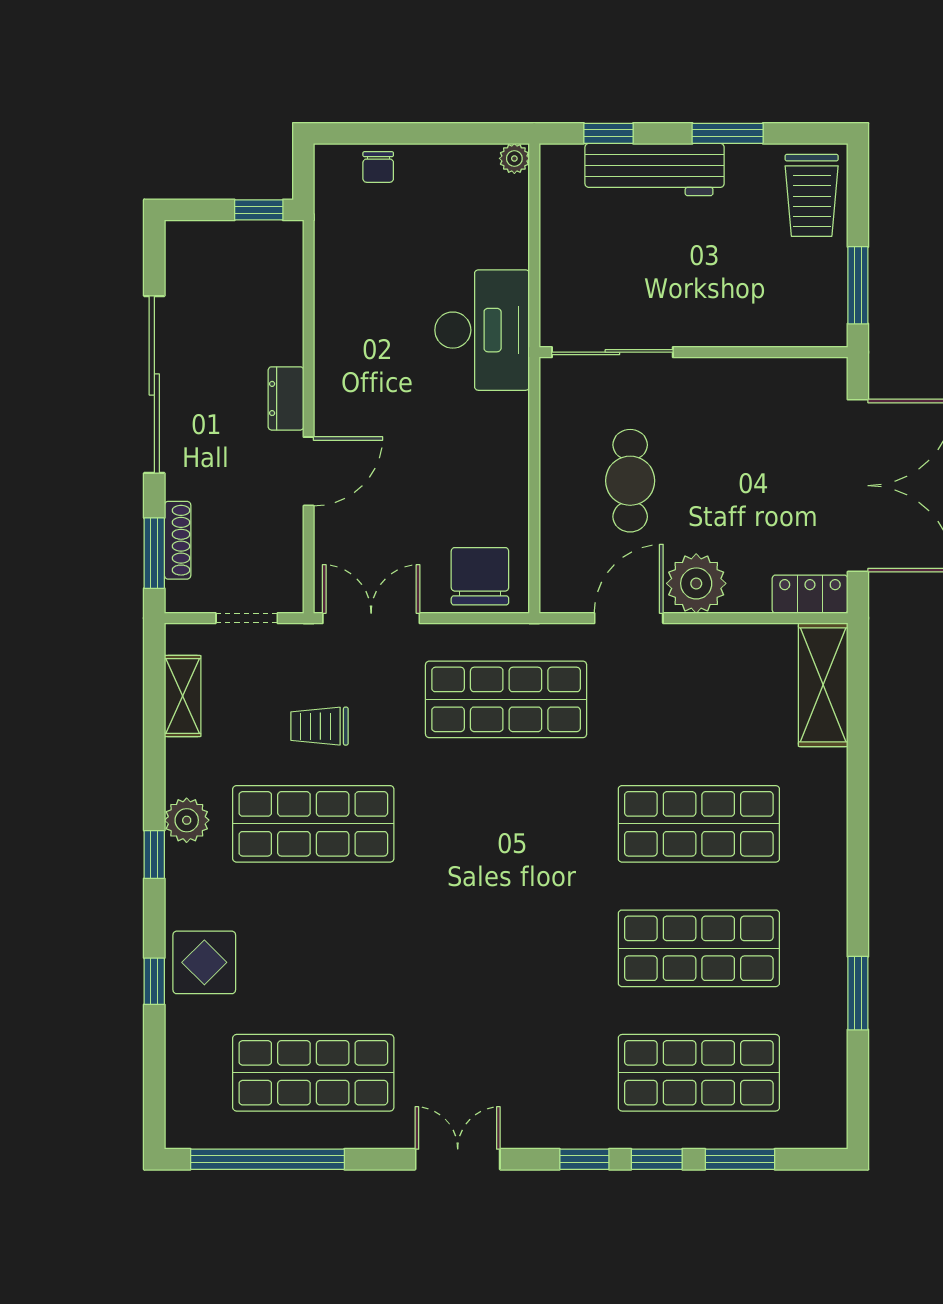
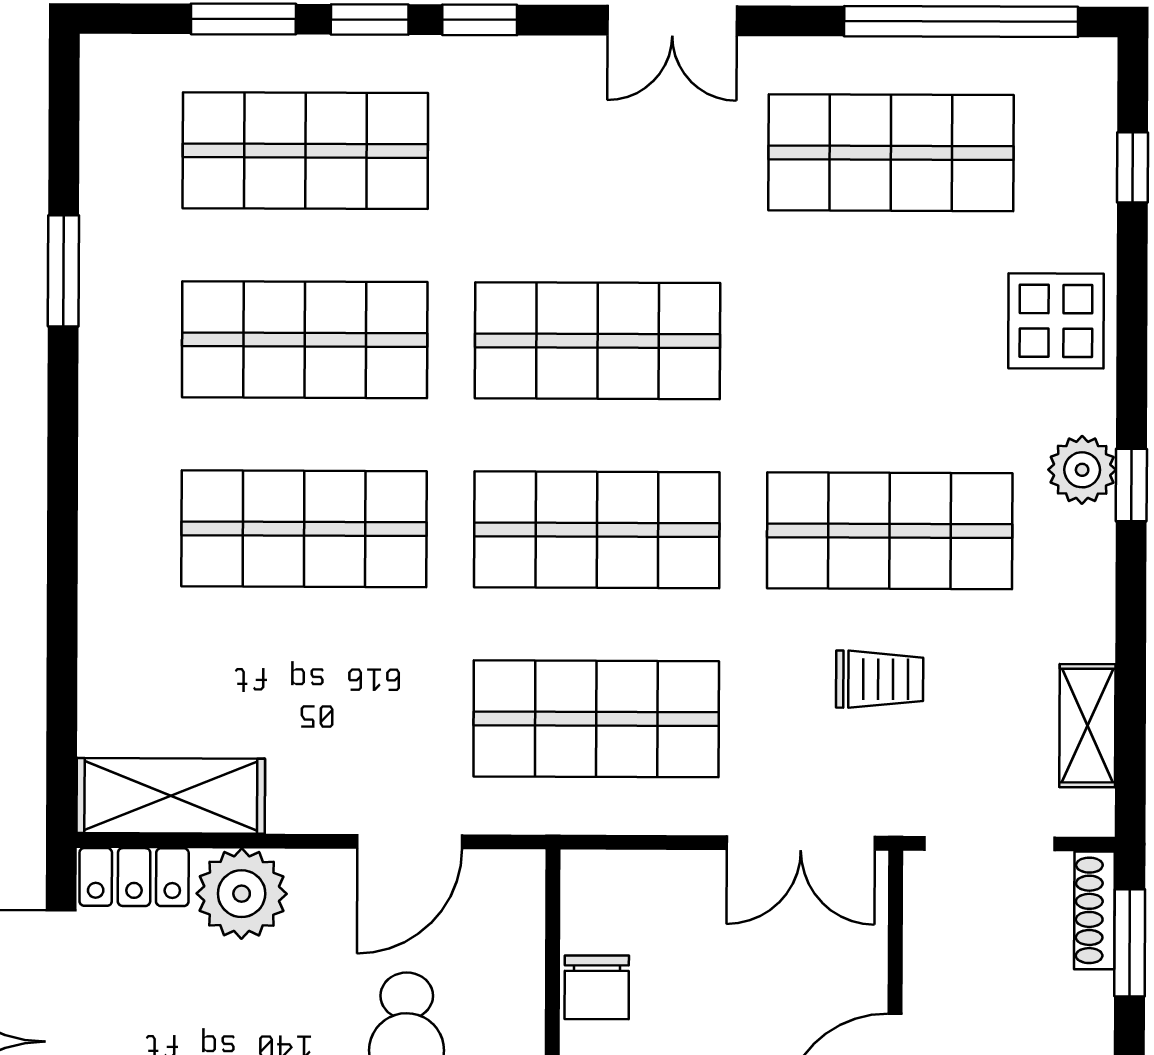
shoe rack: (178, 540) -> (1094, 910), moved
chair: (480, 576) -> (597, 987), moved, width x0.73, depth x0.73
plant: (696, 583) -> (242, 894), moved
doorway: (247, 618) -> (990, 844), width x1.38
shelving: (823, 685) -> (171, 796), moved, turned 90
plant: (187, 820) -> (1082, 470), moved
shop shelf: (506, 824) -> (597, 530), added
shop shelf: (506, 948) -> (597, 341), added
window: (154, 981) -> (1132, 167), moved

